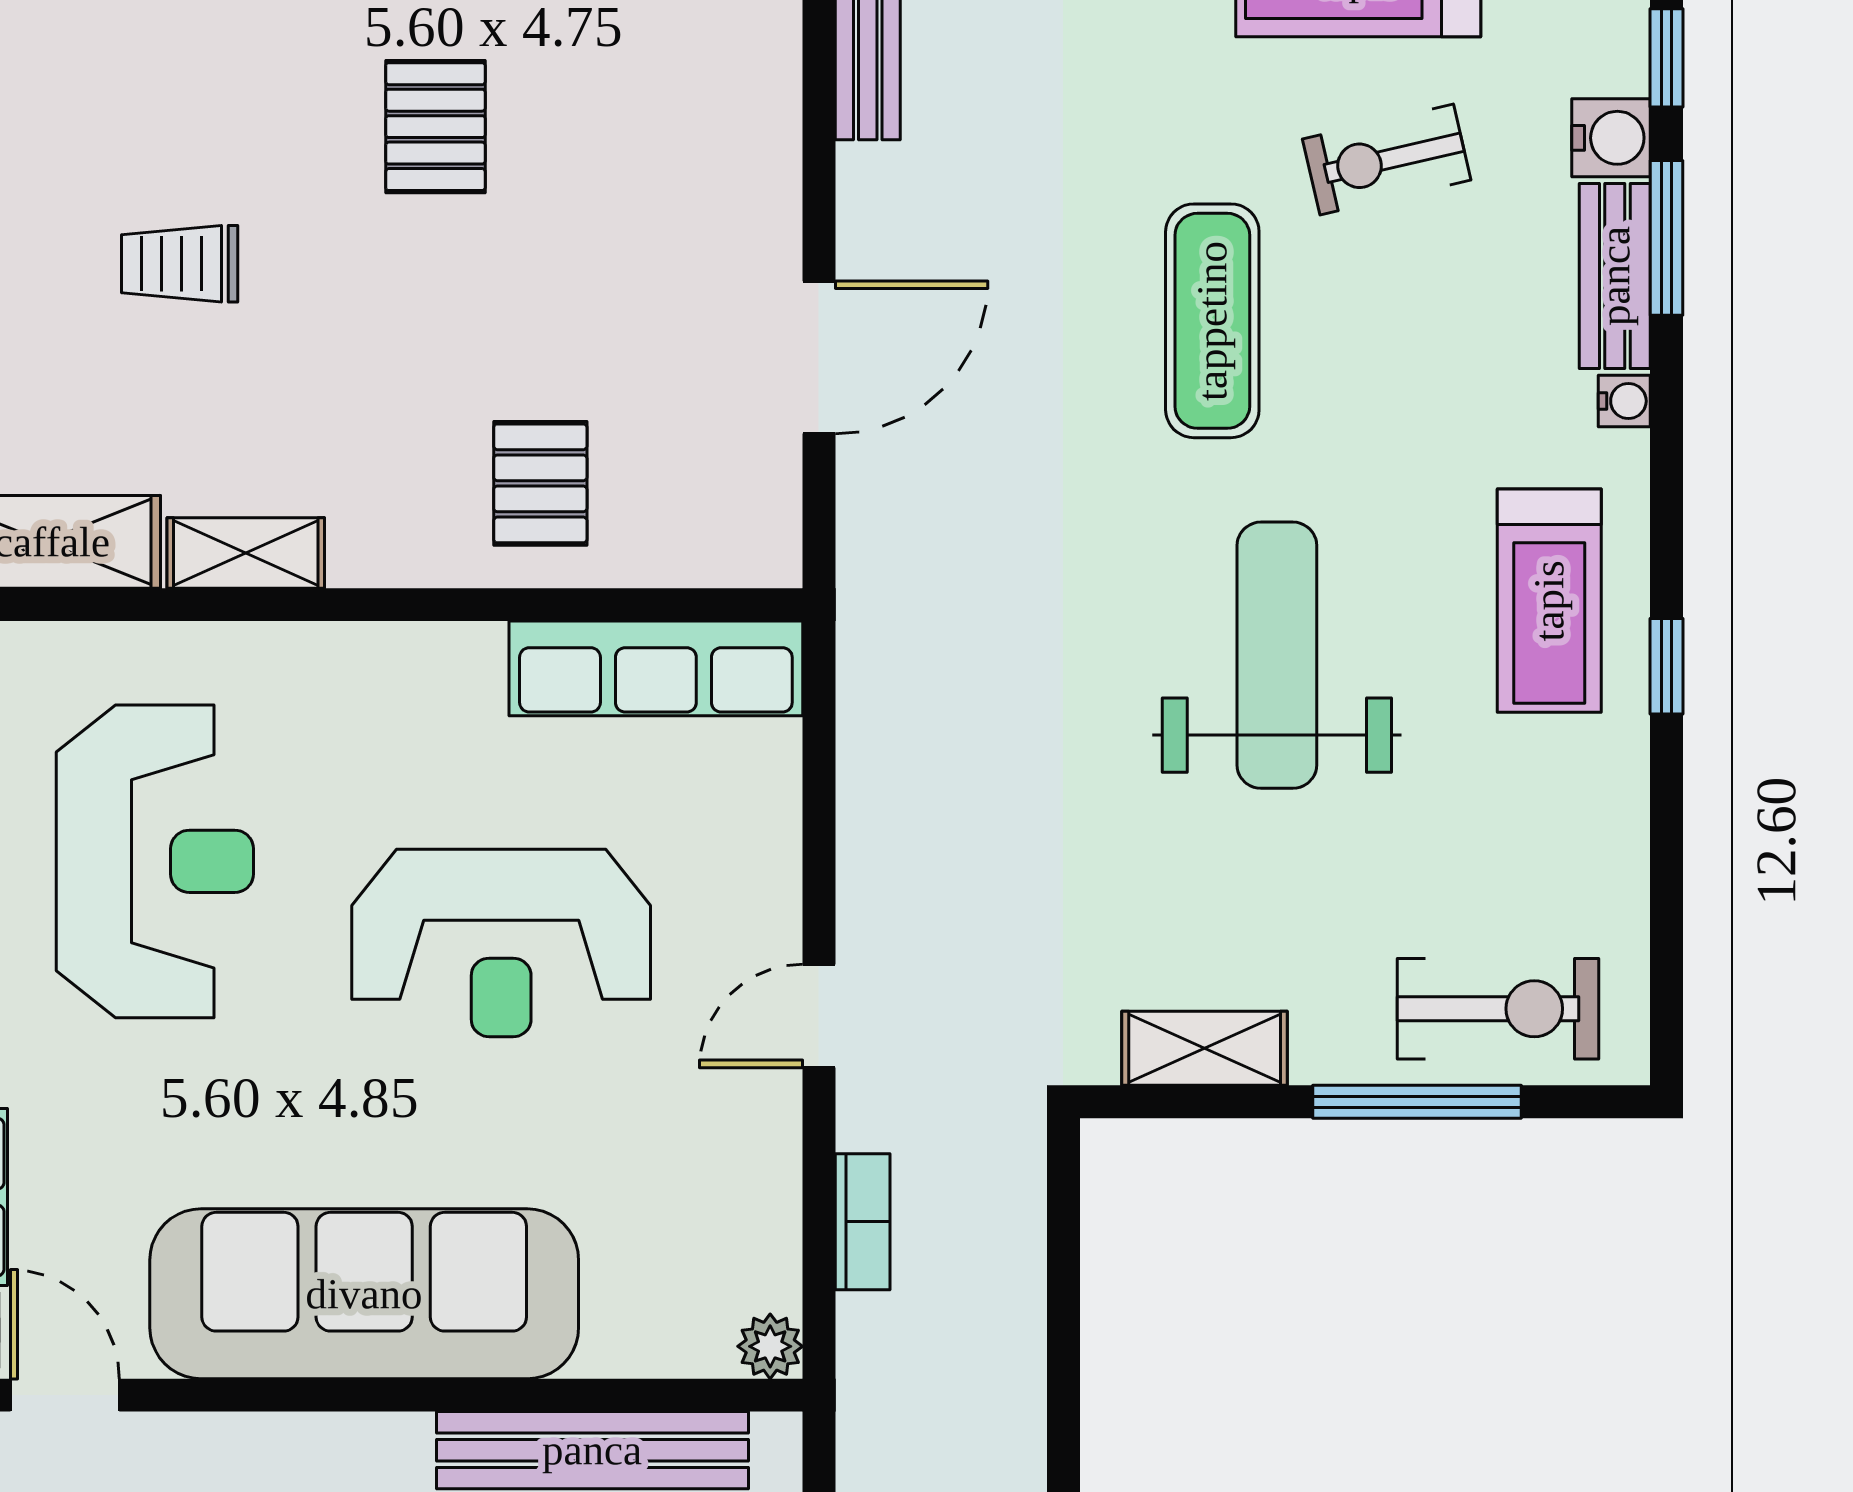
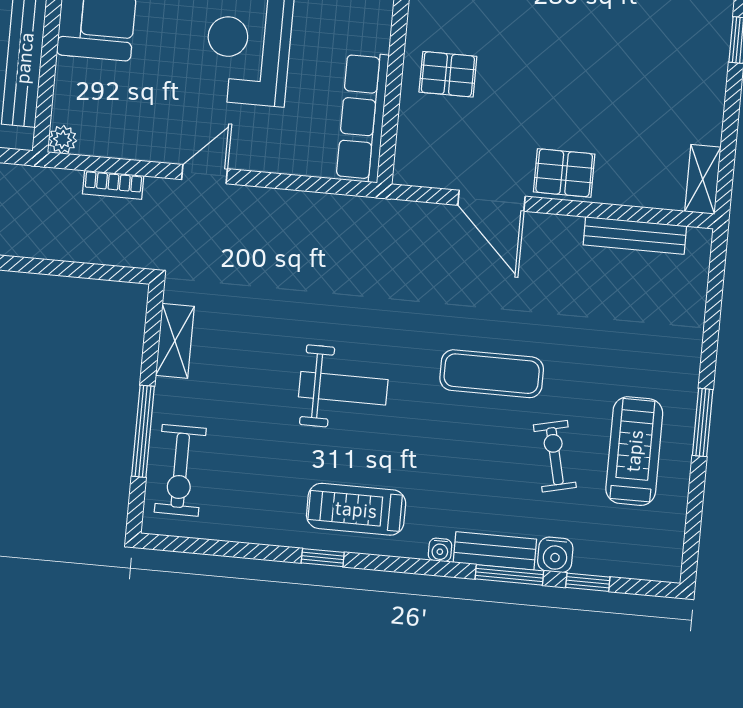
pallet: (435, 127) -> (564, 173), moved
weight bench: (1277, 655) -> (343, 388), width x0.73, depth x0.75
door: (819, 1016) -> (205, 174), hinge flipped

